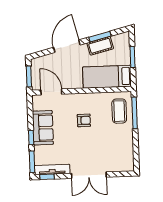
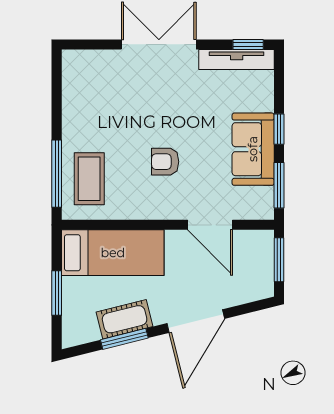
door: (51, 92) -> (210, 225), moved
window: (32, 162) -> (279, 185), moved

